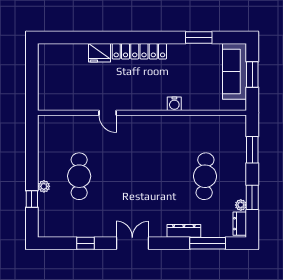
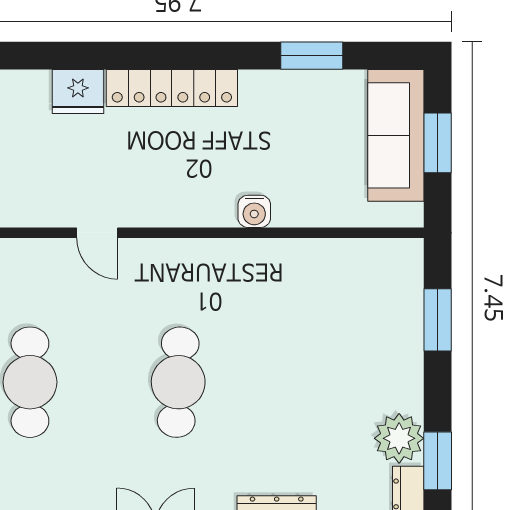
cafe table: (205, 176) -> (178, 382), moved
window: (252, 197) -> (438, 461), moved
plant: (241, 205) -> (399, 438), width x1.88, depth x1.88

